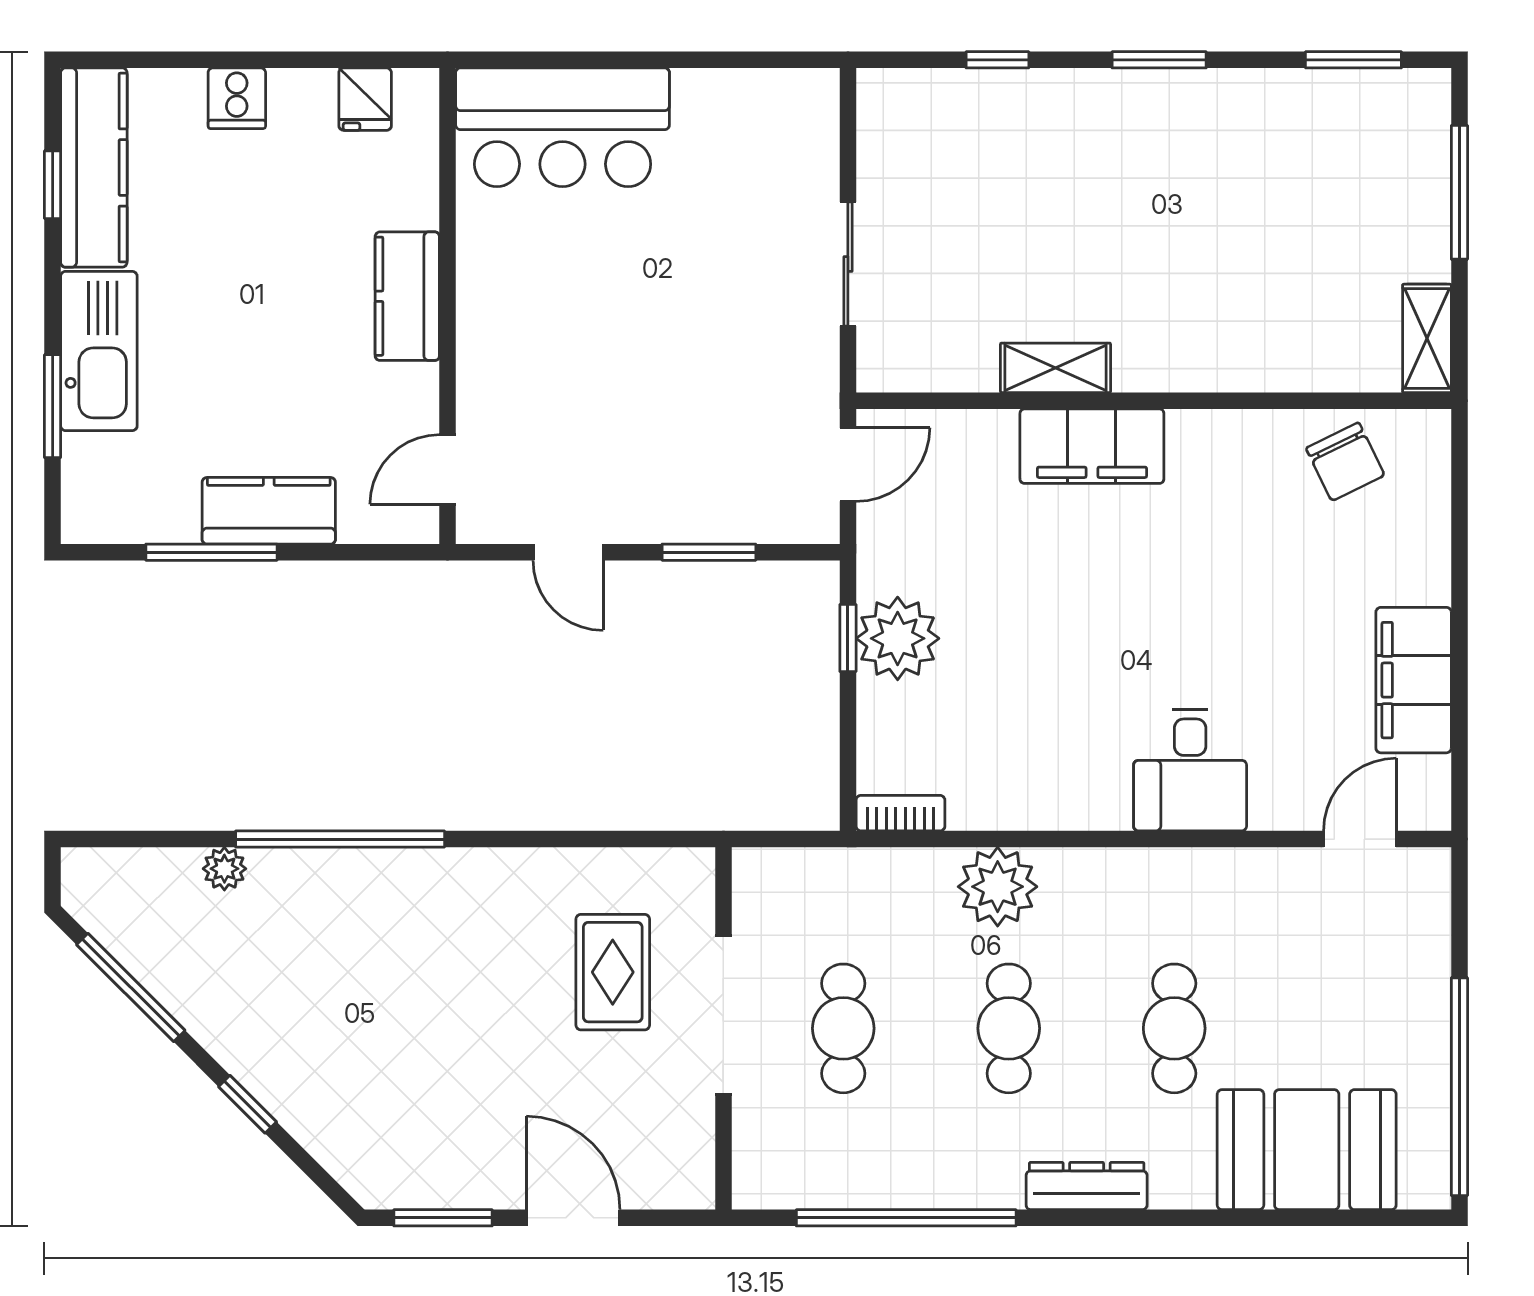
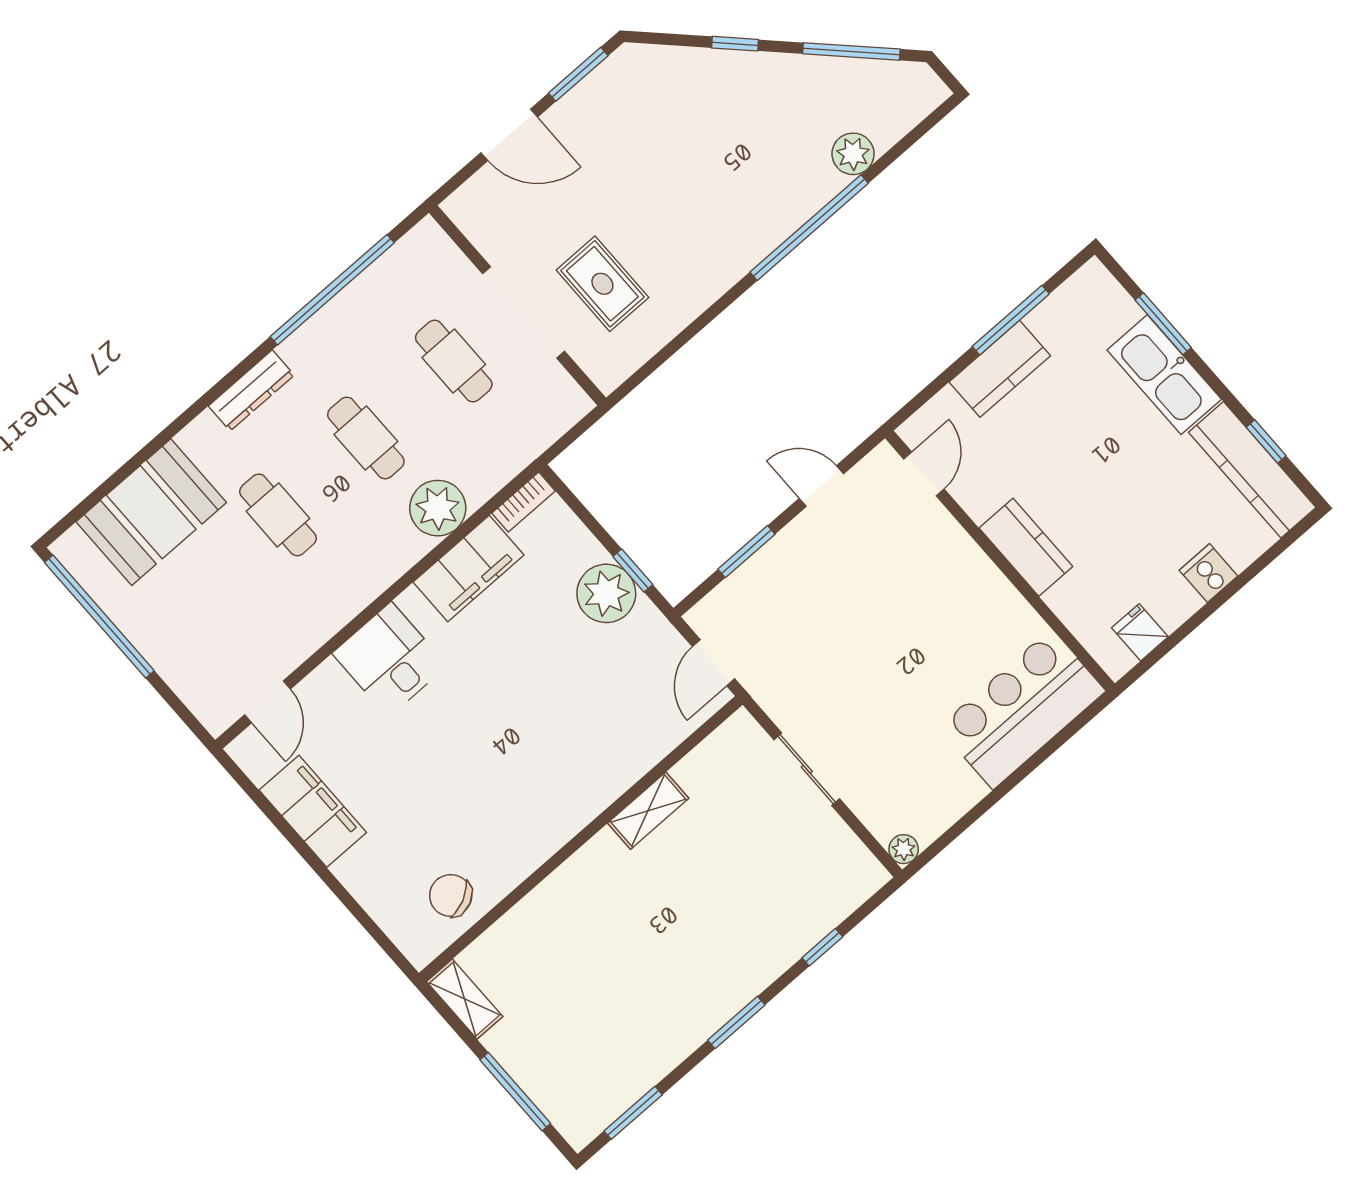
plant: (819, 89) -> (904, 849), added
filing cabinet: (1092, 446) -> (468, 569), moved, turned 180
plant: (224, 869) -> (853, 154), width x1.38, depth x1.38

